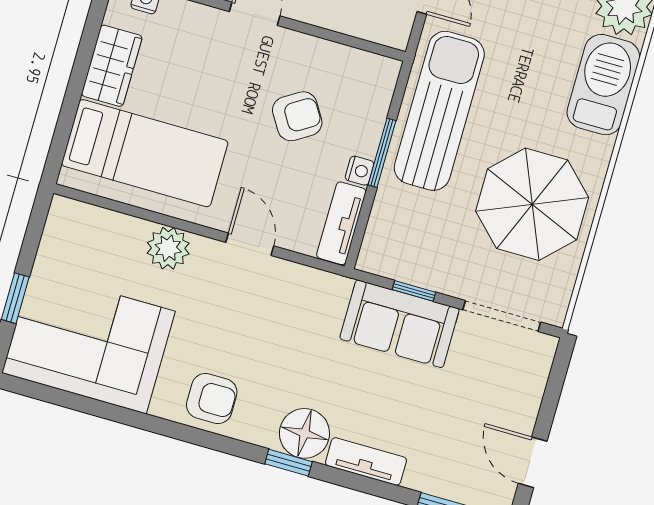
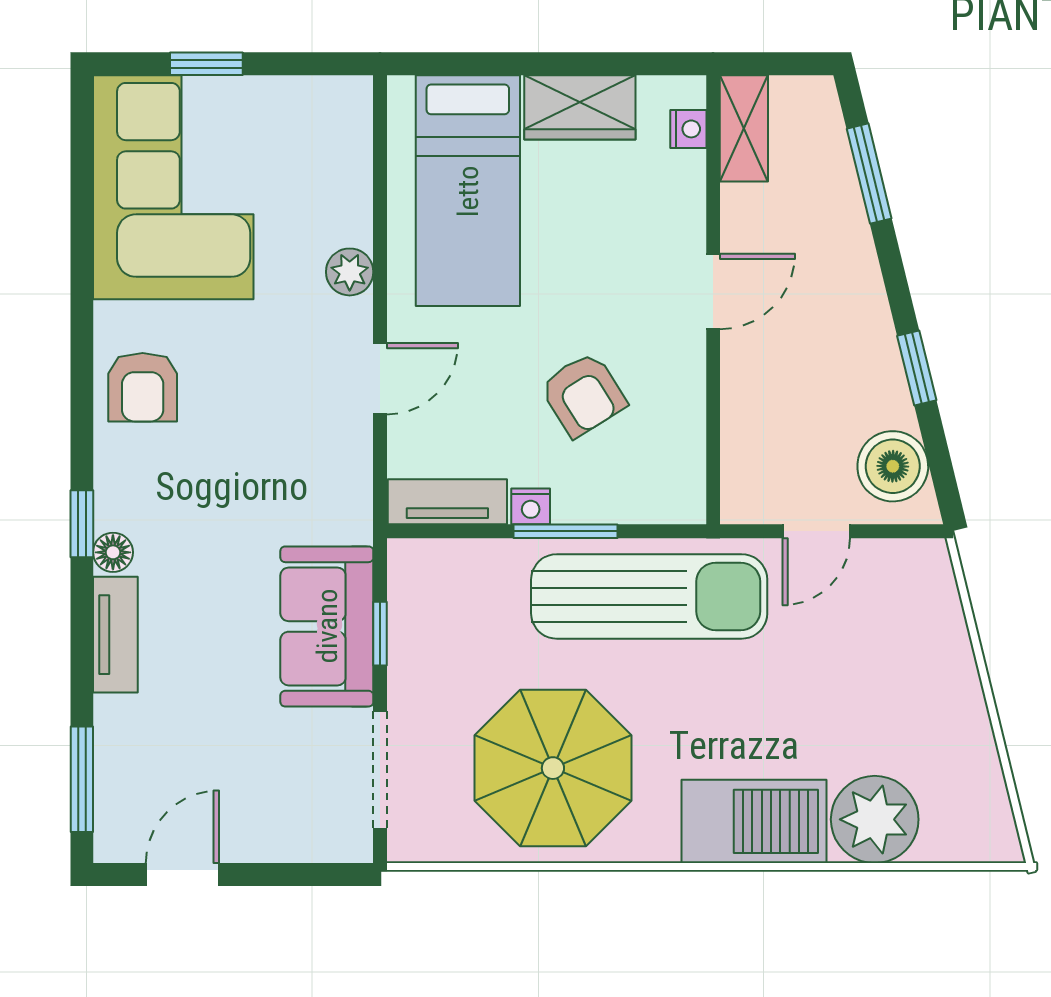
plant: (168, 248) -> (350, 272), width x0.73, depth x0.73
floor lamp: (304, 433) -> (113, 552), width x0.53, depth x0.53

